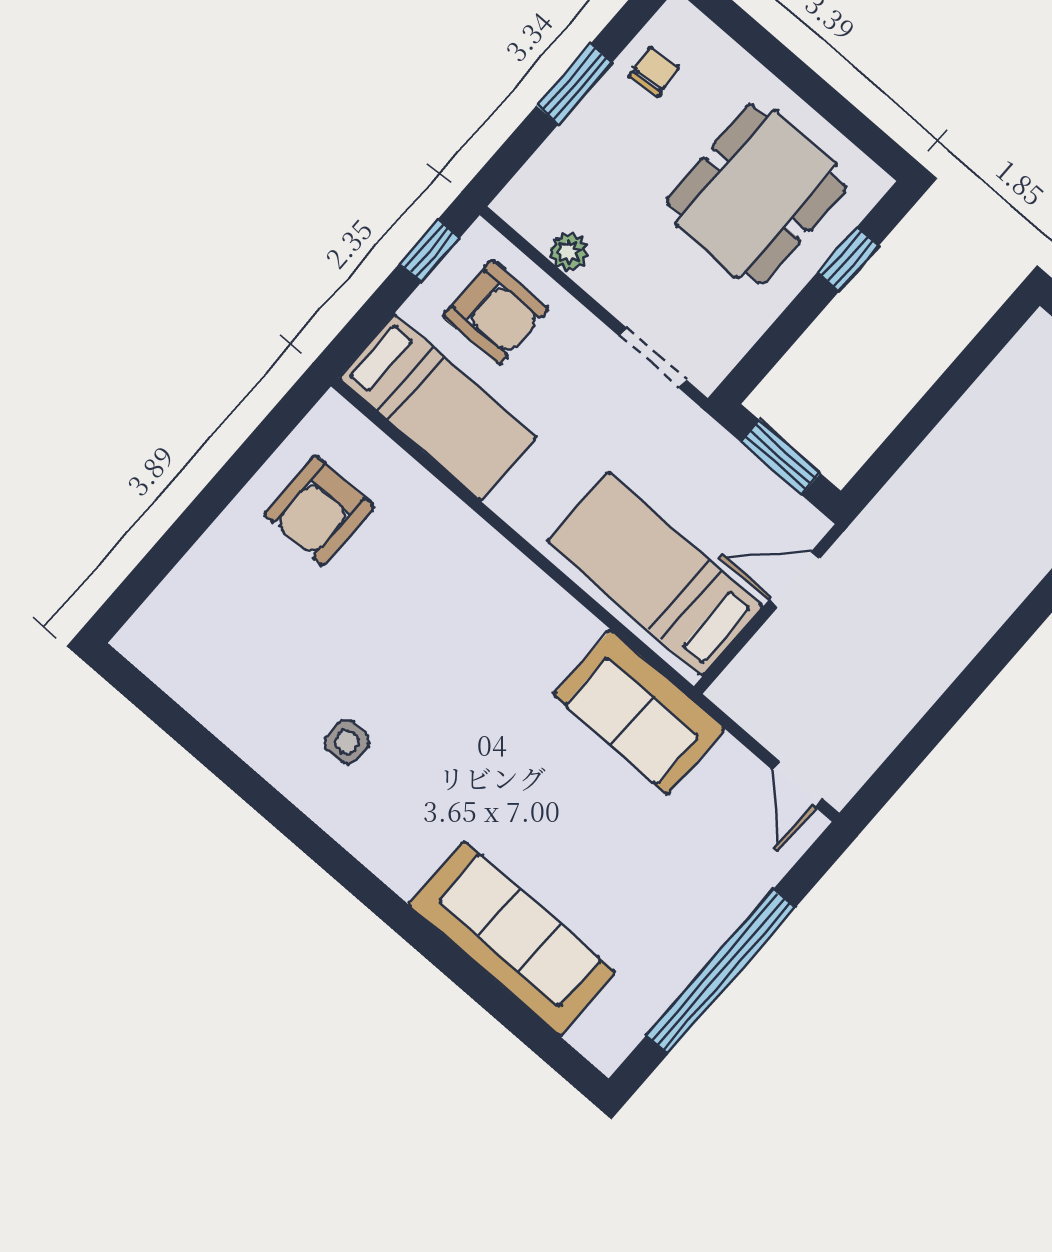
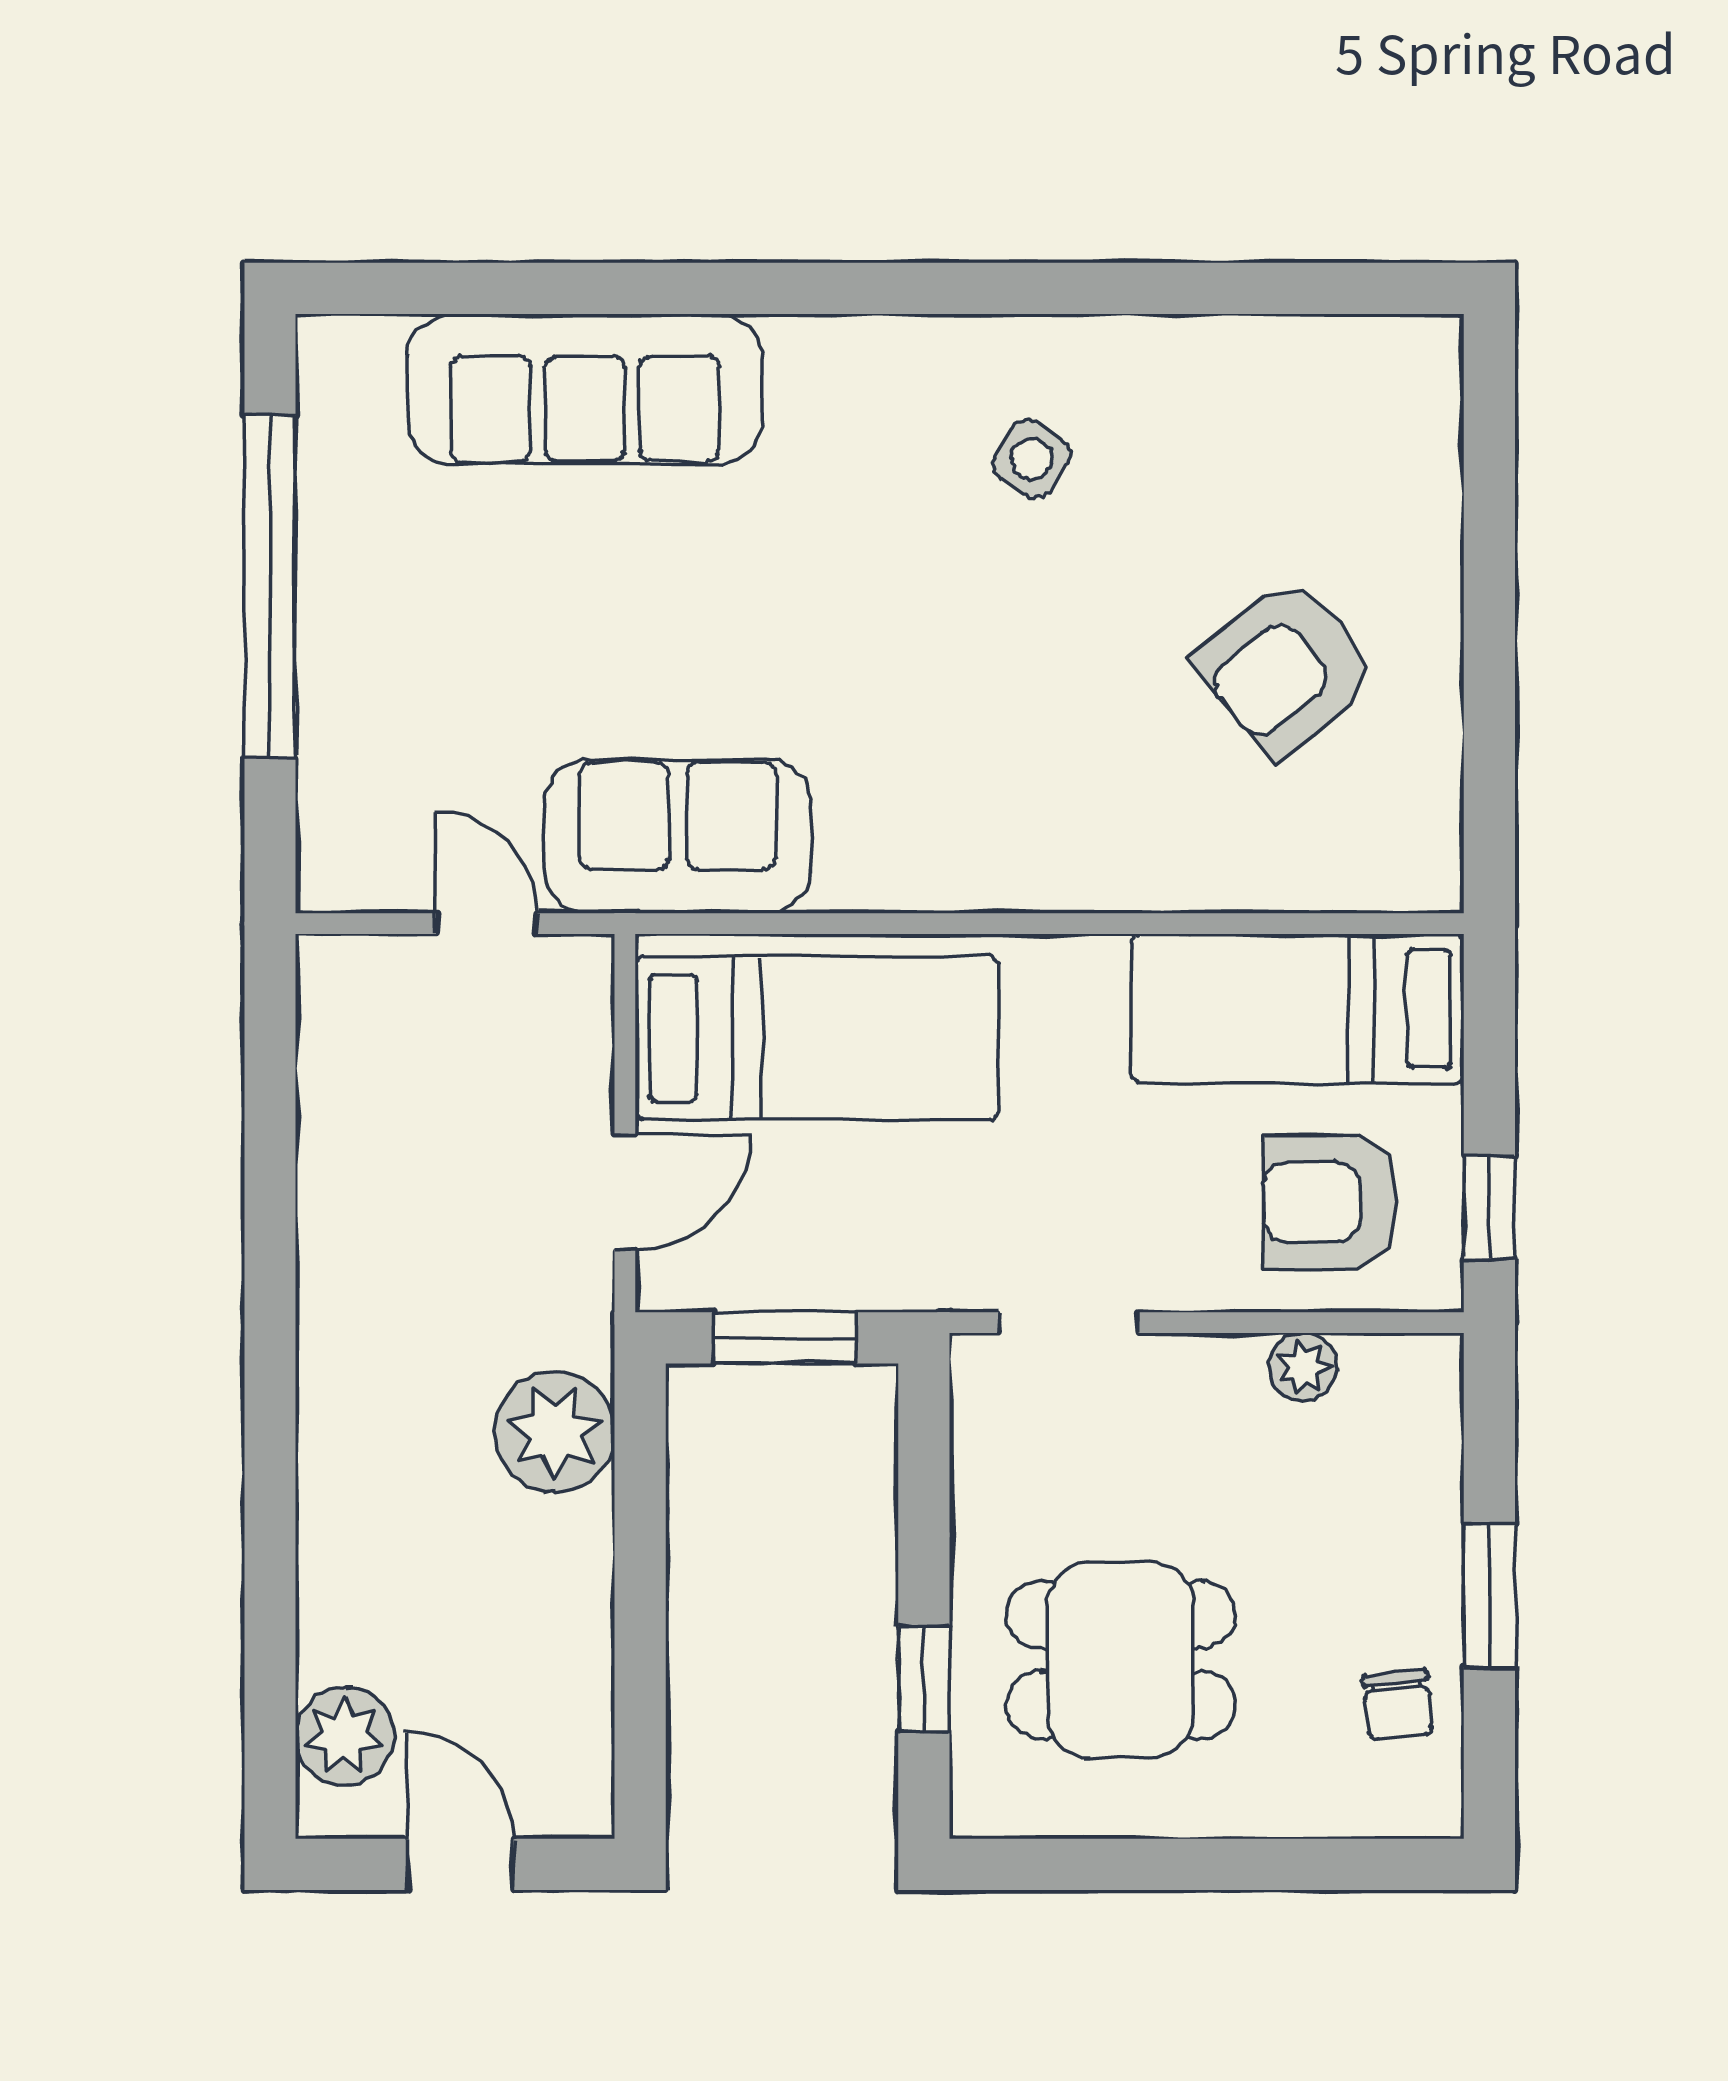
dining table: (756, 194) -> (1121, 1660), width x0.73
plant: (914, 503) -> (555, 1432), added
armchair: (319, 510) -> (1286, 667), moved, turned -129
side table: (347, 742) -> (1032, 459), turned 33
door: (798, 784) -> (487, 924), moved

